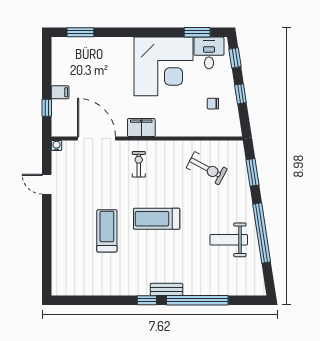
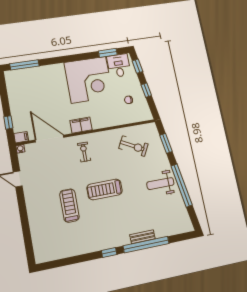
window: (80, 32) -> (24, 65), width x1.44
filing cabinet: (60, 92) -> (21, 137), moved
weight bench: (229, 240) -> (160, 184), moved
bench: (166, 289) -> (142, 237), moved

